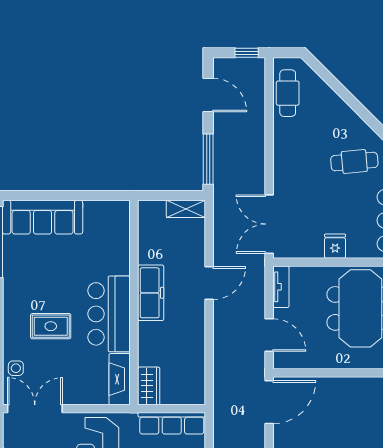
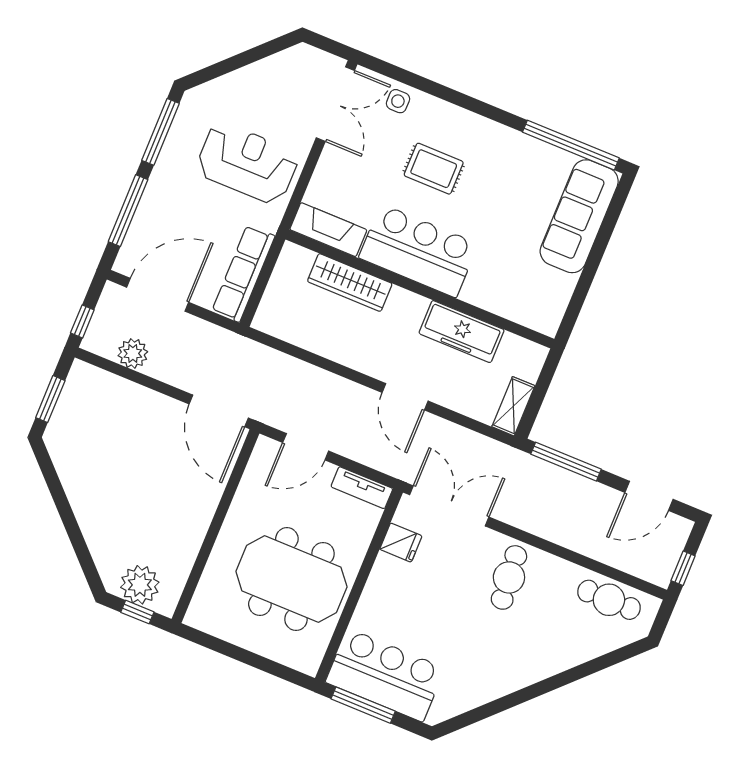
cafe table: (354, 162) -> (509, 577), moved
fridge: (335, 246) -> (401, 543), moved
freezer: (151, 293) -> (462, 332), moved
rug: (51, 326) -> (434, 169), turned 90
wardrobe: (149, 386) -> (350, 283), moved, width x1.50

